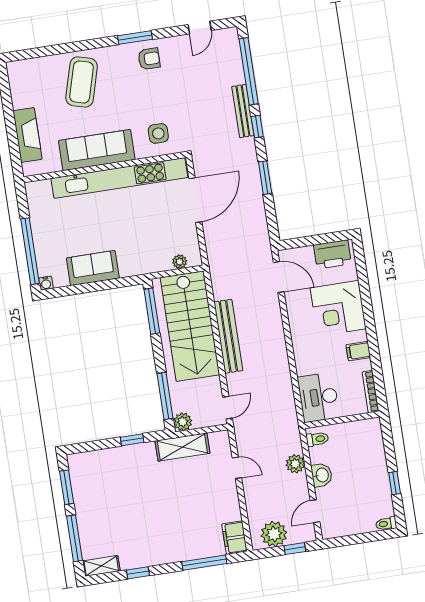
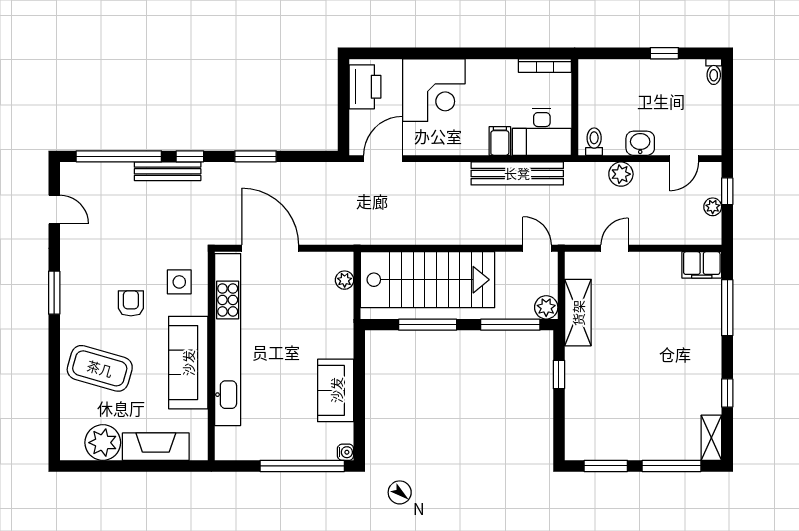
armchair: (149, 59) -> (131, 303), moved
plant: (24, 93) -> (103, 443), added
window: (152, 311) -> (428, 325), moved
bench: (228, 336) -> (517, 173), moved
filing cabinet: (358, 351) -> (500, 141), moved, turned 180
door: (315, 511) -> (684, 159), hinge flipped
plant: (274, 534) -> (713, 207), width x0.53, depth x0.53

